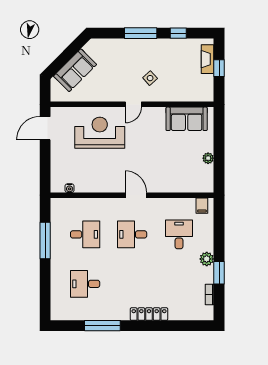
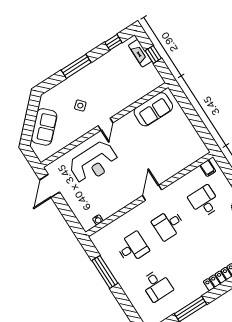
window: (178, 33) -> (113, 42), moved
side table: (150, 78) -> (80, 106), moved
reception desk: (100, 133) -> (94, 163), turned 180
plant: (208, 158) -> (189, 129), removed
door: (136, 195) -> (152, 193), hinge flipped
desk: (85, 284) -> (157, 285), turned -90

